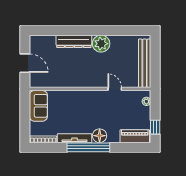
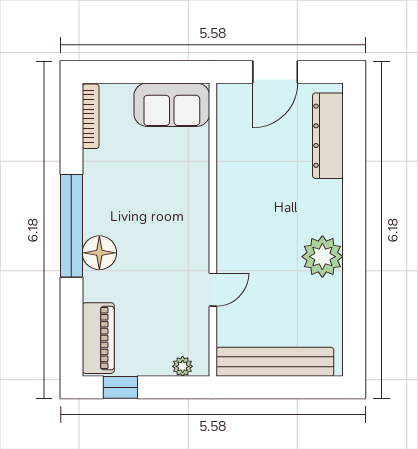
dresser: (74, 41) -> (328, 136), moved
tv unit: (75, 138) -> (94, 192), removed

